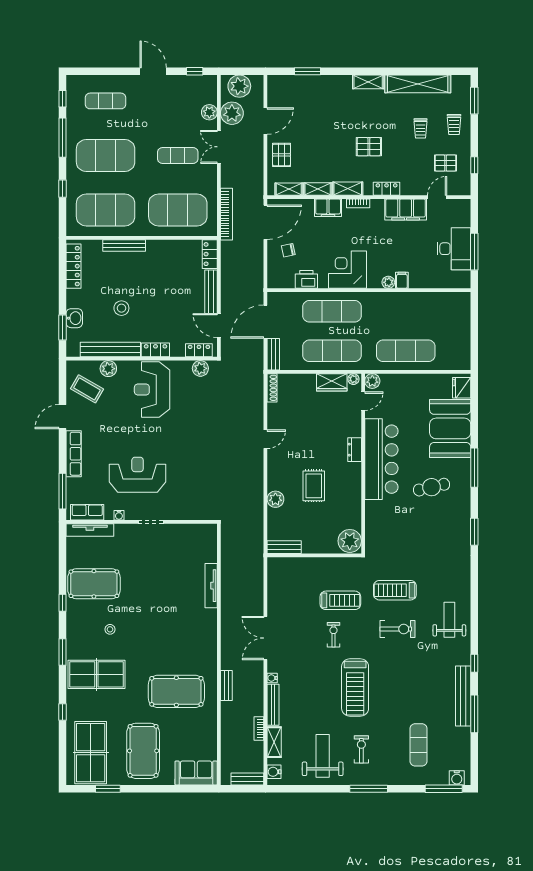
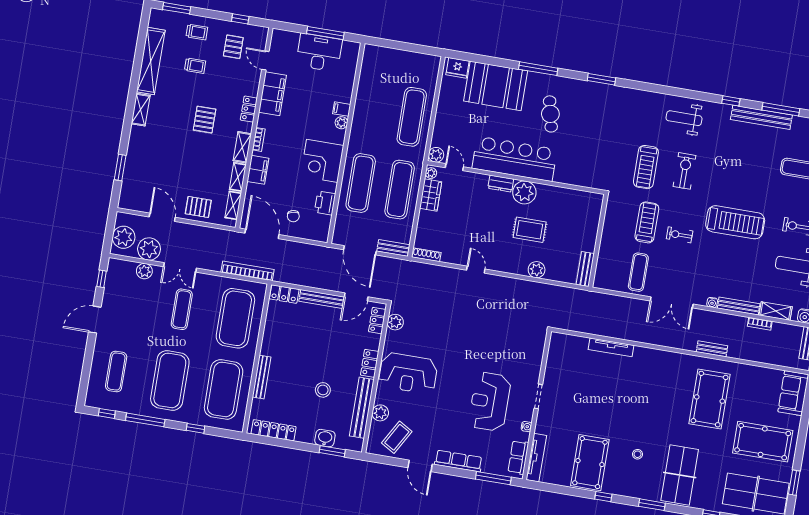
plant: (350, 541) -> (524, 192), moved
exercise mat: (290, 600) -> (638, 272), added

